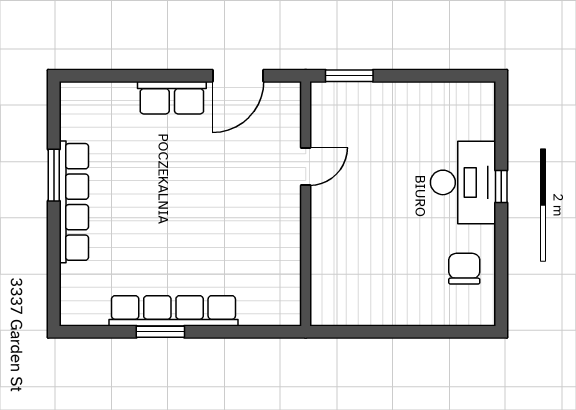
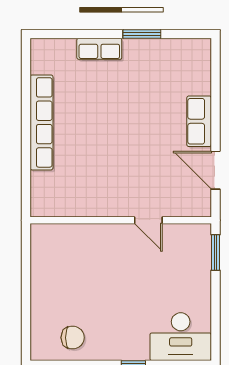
desk: (463, 182) -> (181, 337), moved
row of seats: (74, 202) -> (99, 49), width x0.50
window: (160, 332) -> (26, 113), removed

